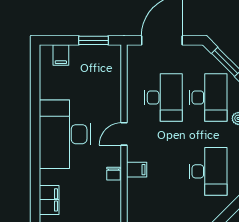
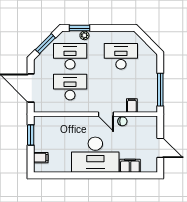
door: (124, 134) -> (106, 114), moved
filing cabinet: (137, 170) -> (132, 105), moved
filing cabinet: (49, 200) -> (130, 166), moved

